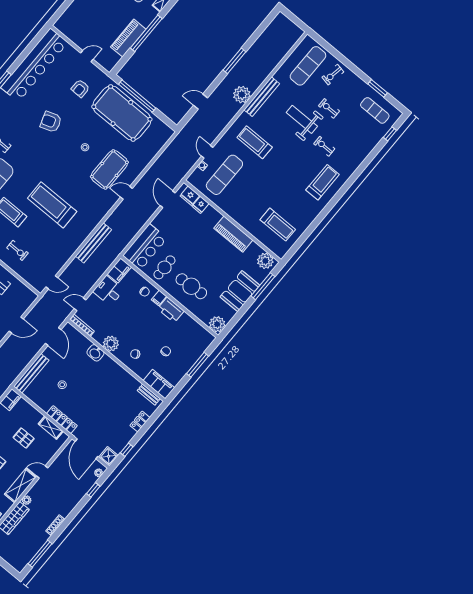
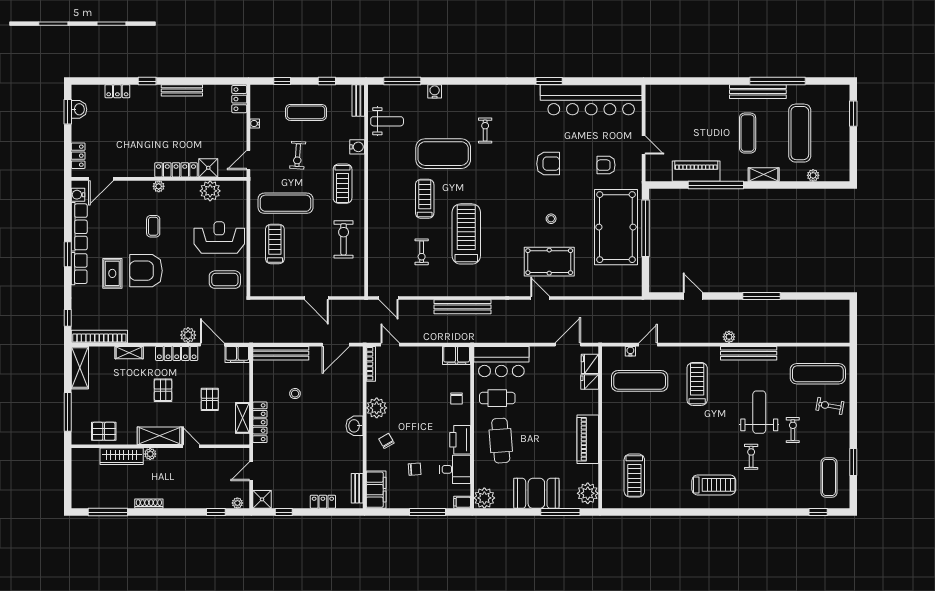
plant: (242, 95) -> (729, 337), width x0.53, depth x0.53
armchair: (51, 122) -> (548, 164), turned 109
exercise bike: (17, 250) -> (422, 252), moved
desk: (108, 291) -> (455, 469), moved, turned 90
filing cabinet: (159, 298) -> (462, 502), moved
washbasin: (95, 353) -> (354, 426), moved
door: (87, 449) -> (251, 471), width x0.53

